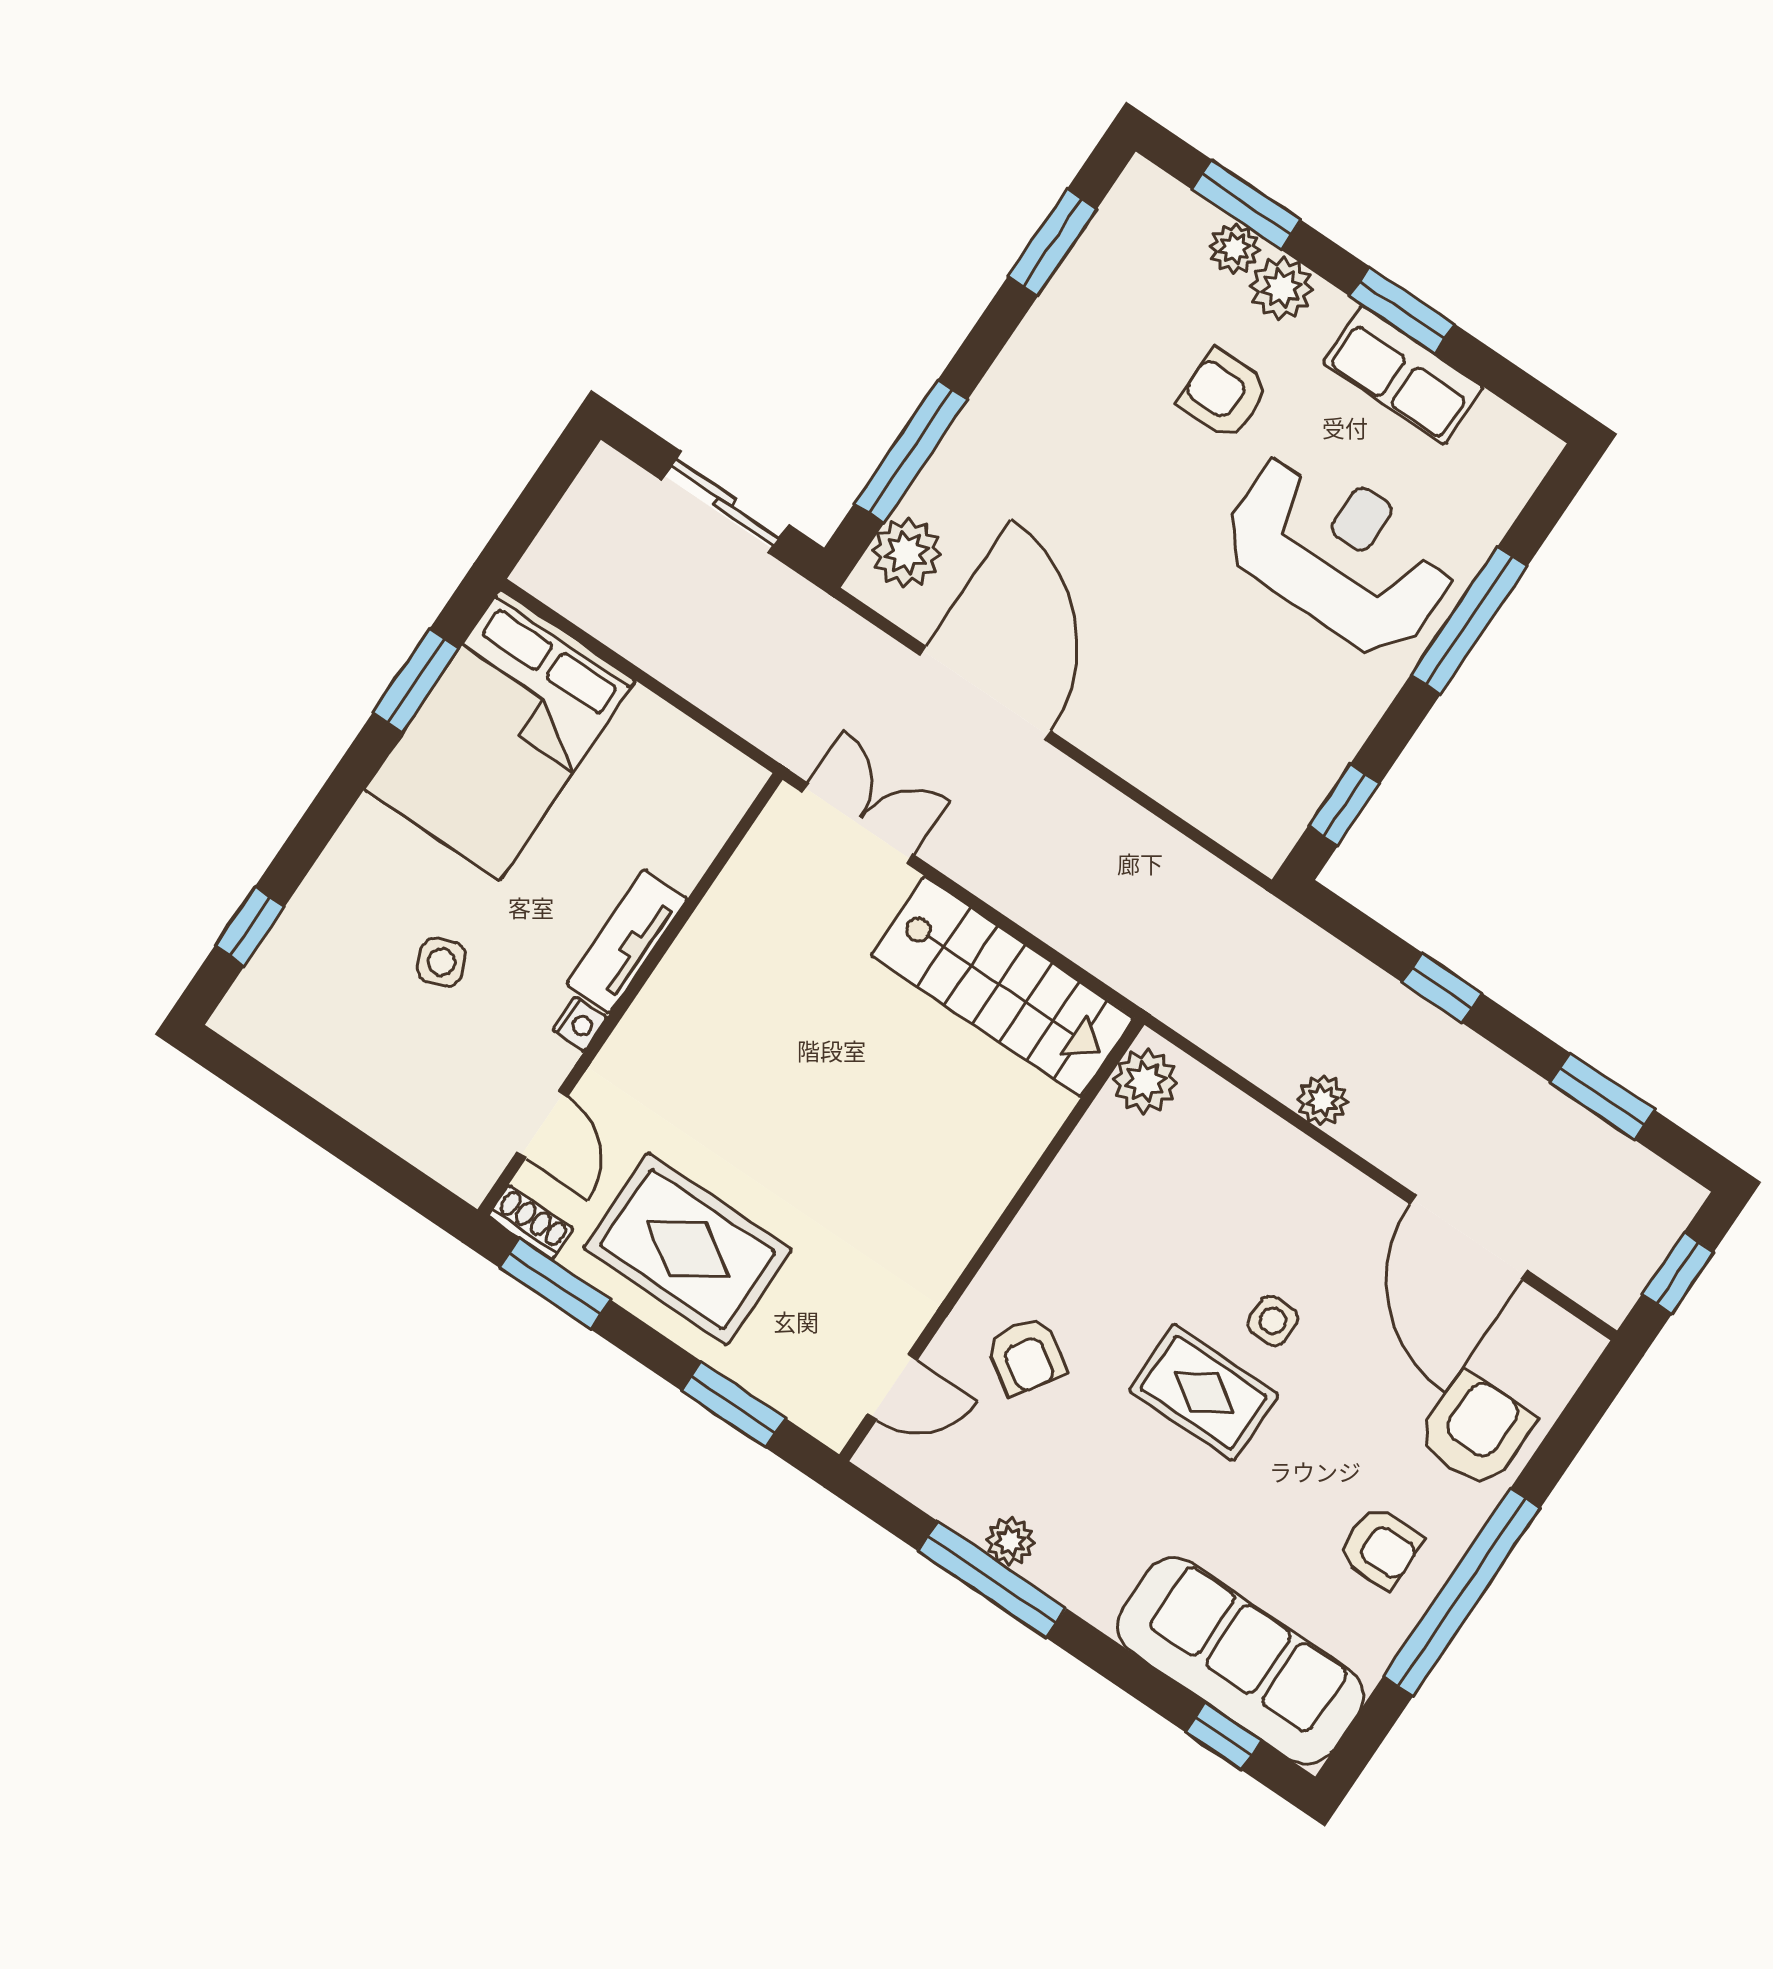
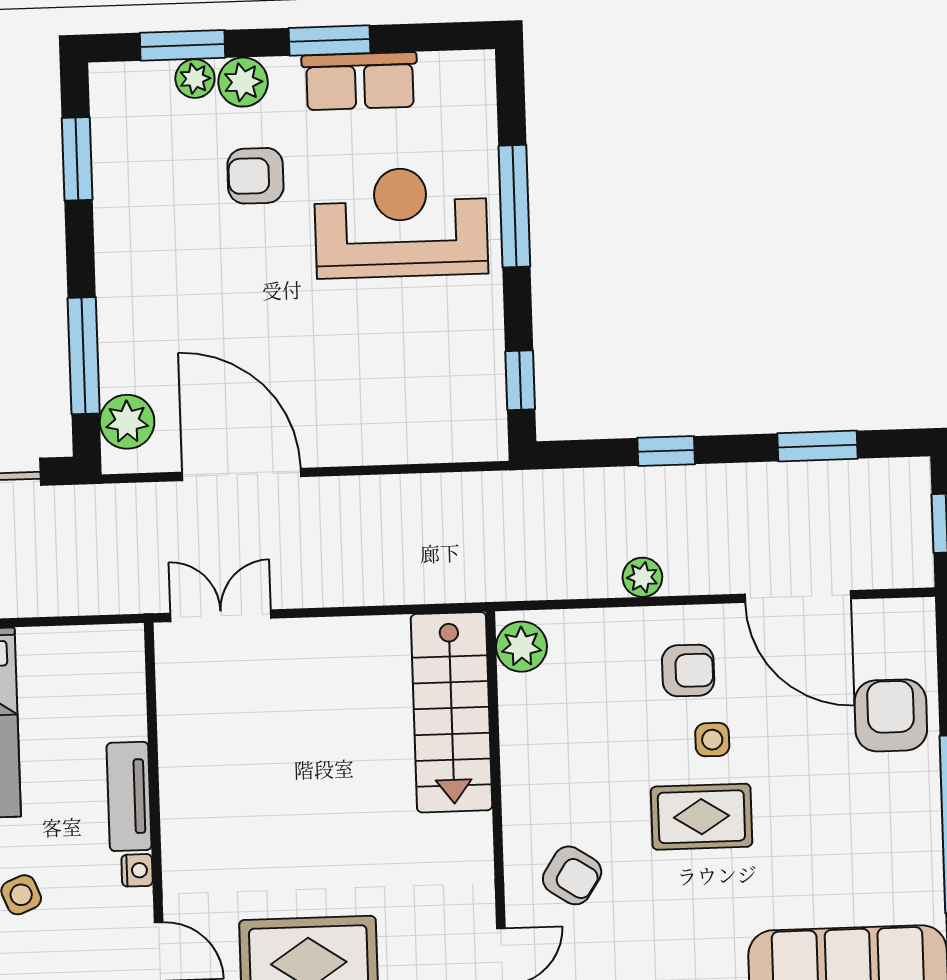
stairs: (1002, 987) -> (451, 712), moved, turned 90
armchair: (1380, 1547) -> (688, 670), moved

